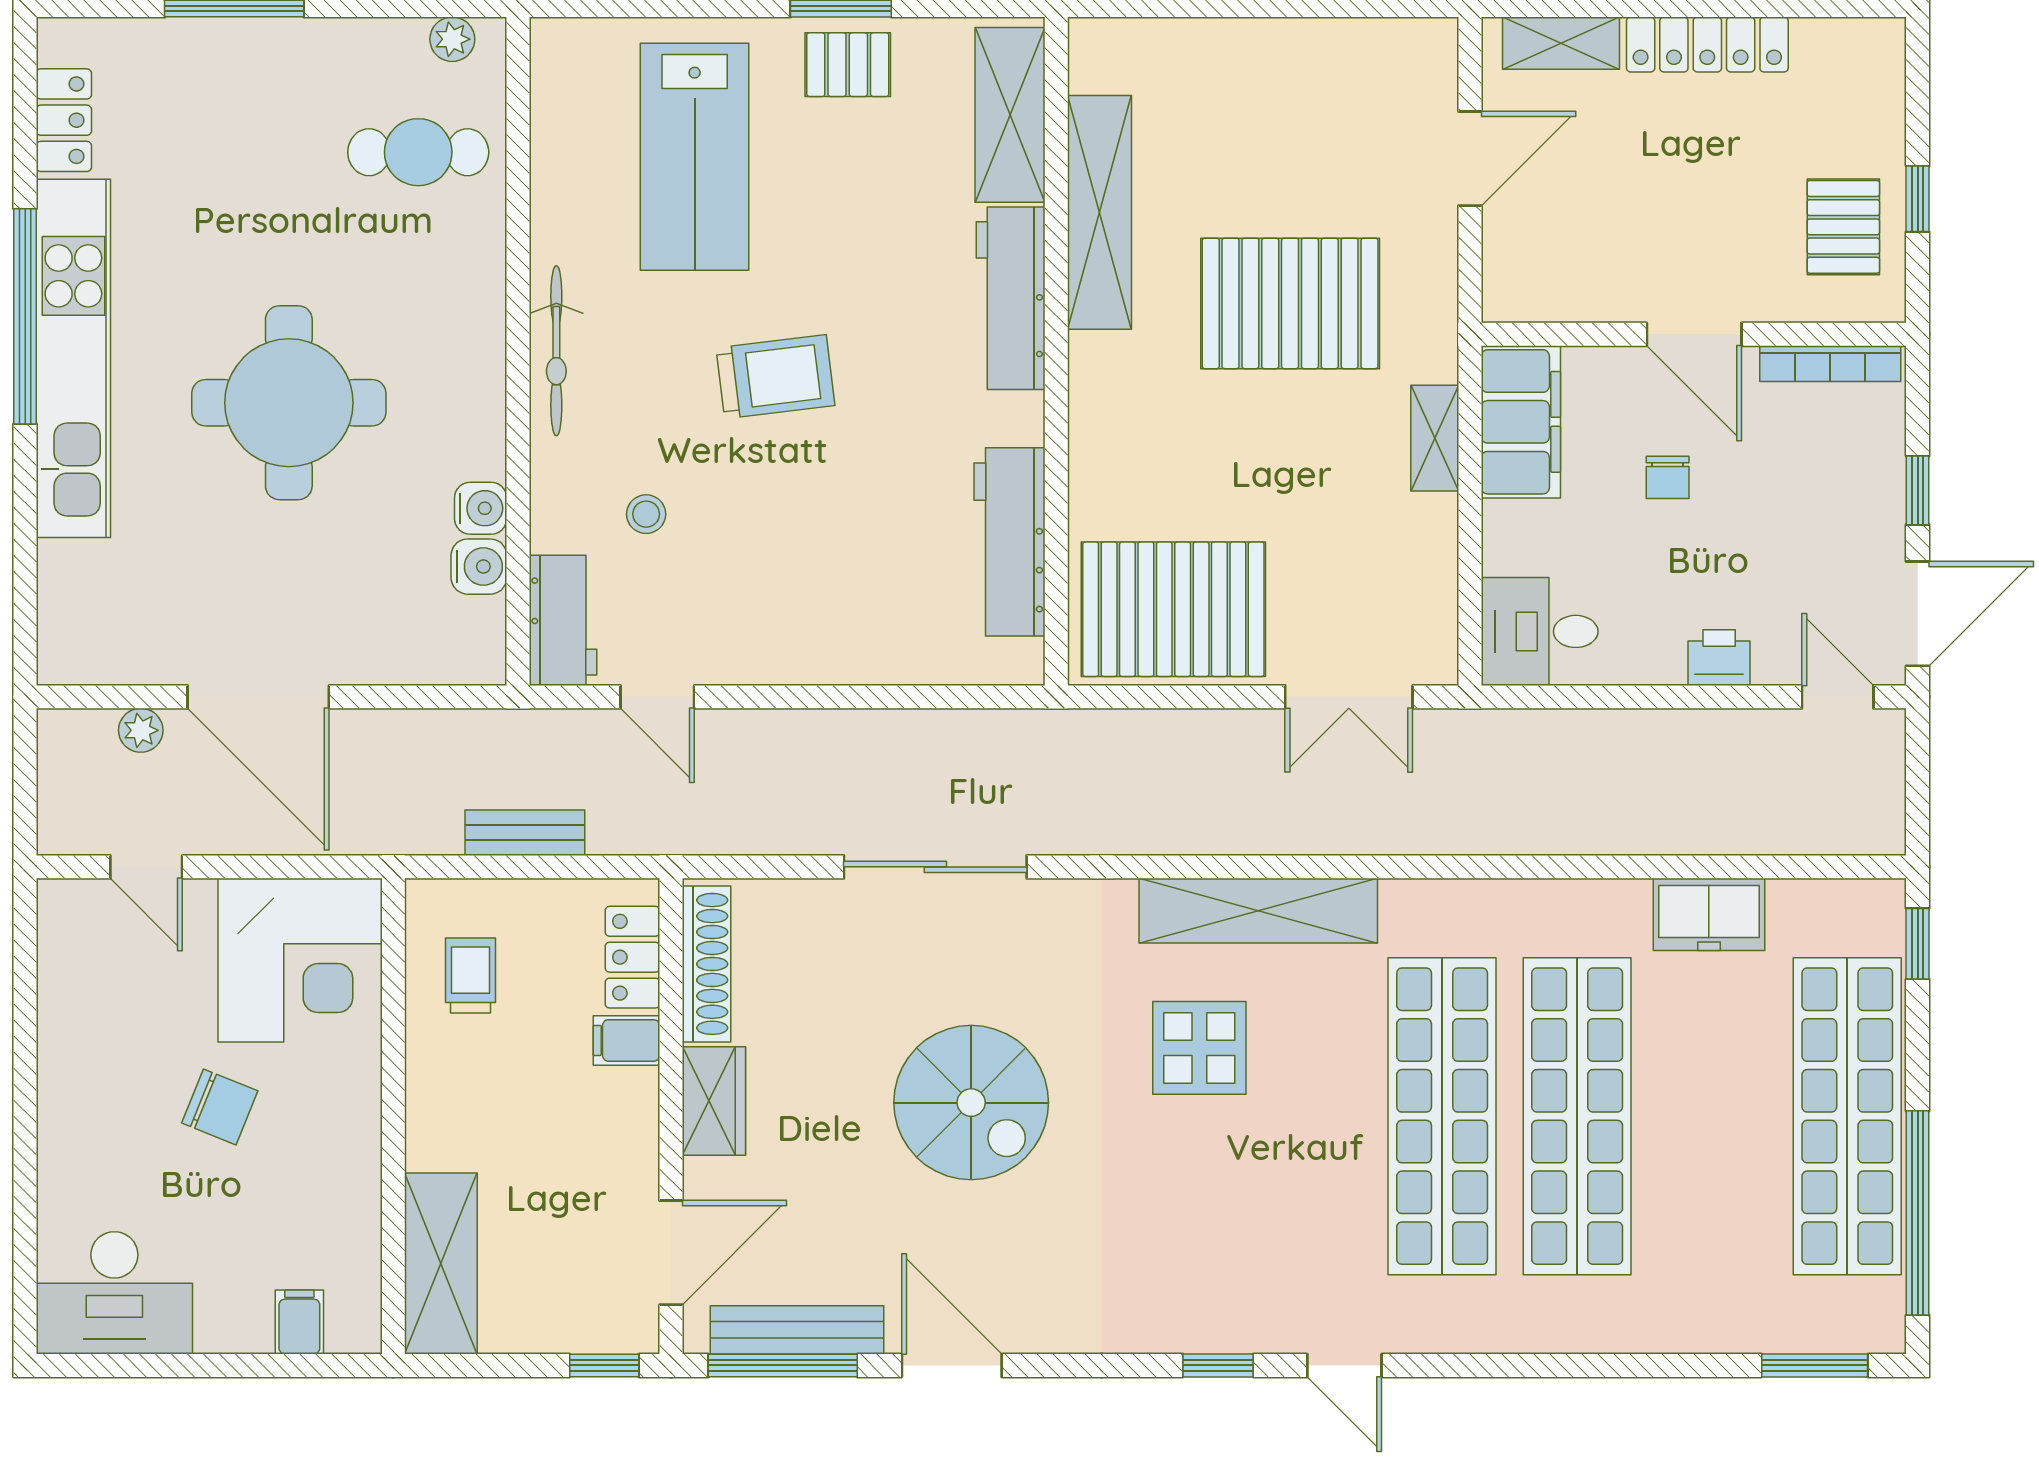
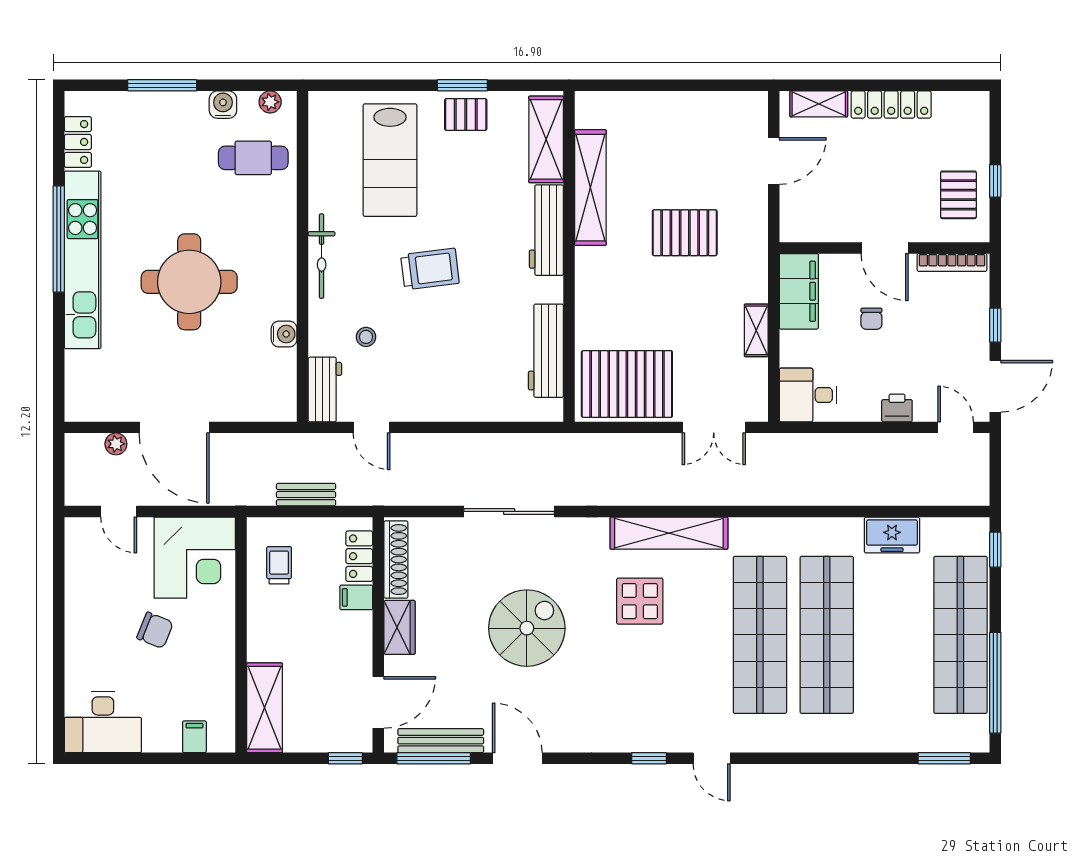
pallet: (1290, 303) -> (685, 233), width x0.73, depth x0.71
shelving: (1435, 438) -> (756, 330), moved
water cooler: (479, 567) -> (223, 105), moved, turned -90
spiral stairs: (971, 1103) -> (527, 628), turned -90

